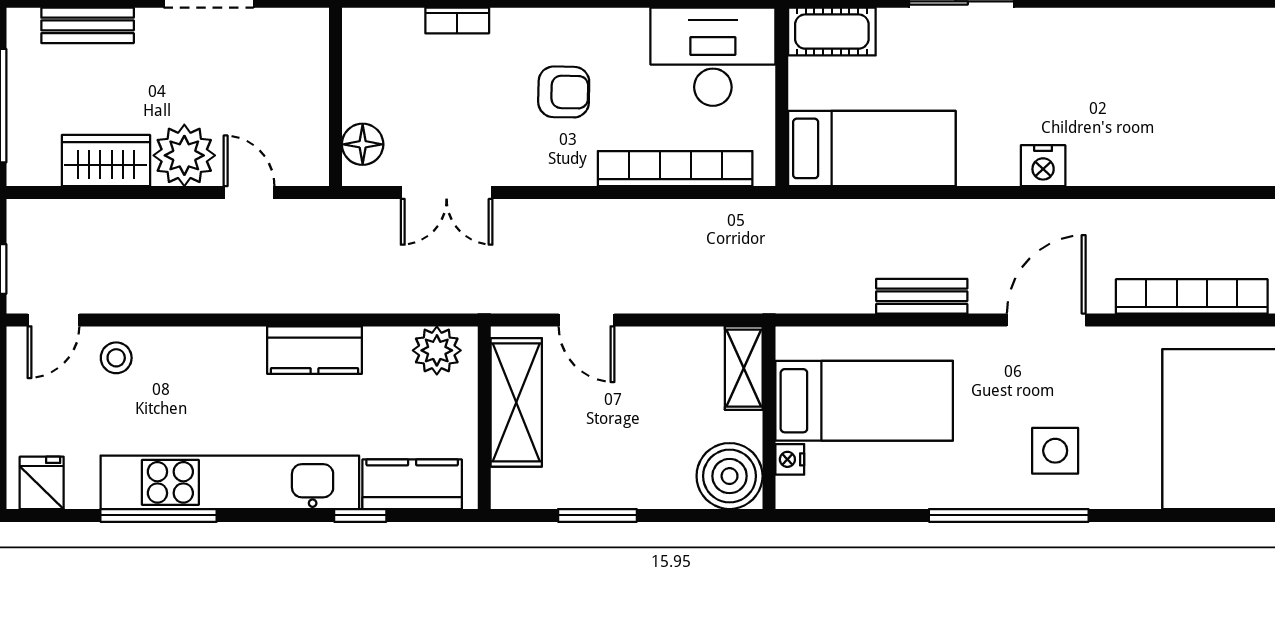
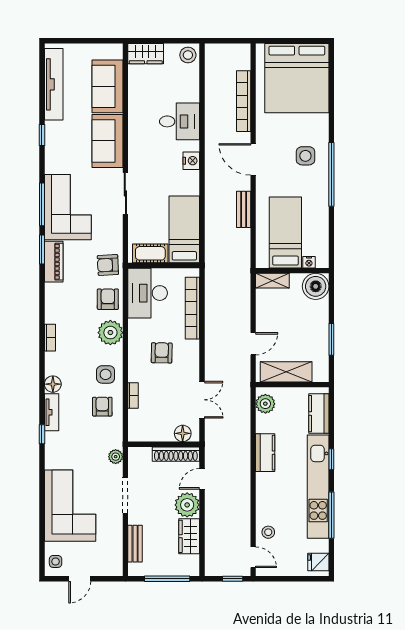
cot: (832, 32) -> (150, 253), moved, turned 90
shoe rack: (311, 127) -> (176, 454), added
desk: (1141, 136) -> (180, 121), added
window: (360, 515) -> (331, 459), moved

